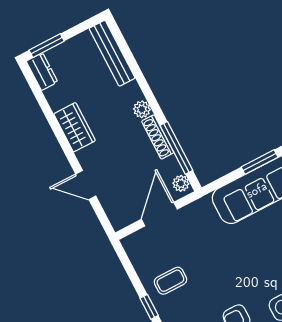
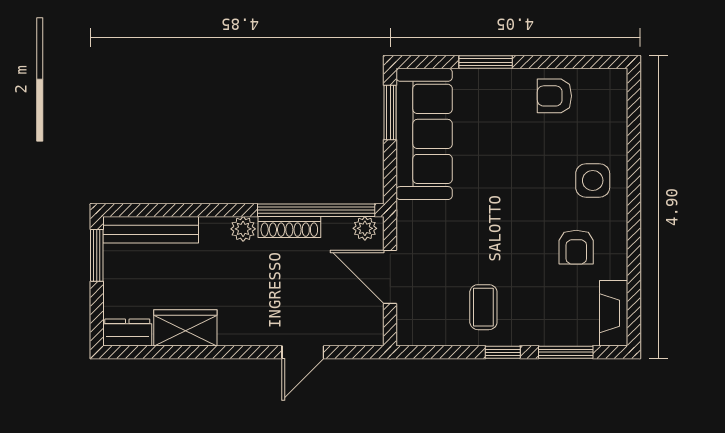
window: (47, 46) -> (97, 255), moved
wardrobe: (75, 127) -> (185, 328), moved
window: (176, 148) -> (316, 210), width x1.46

